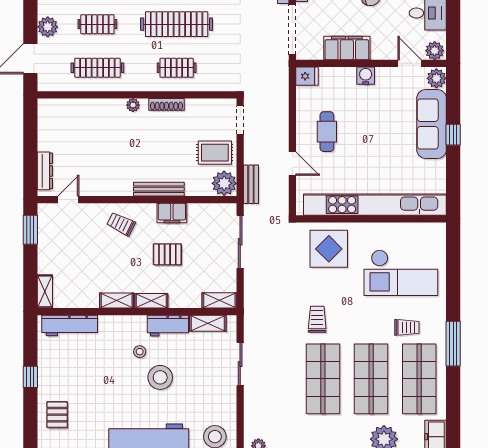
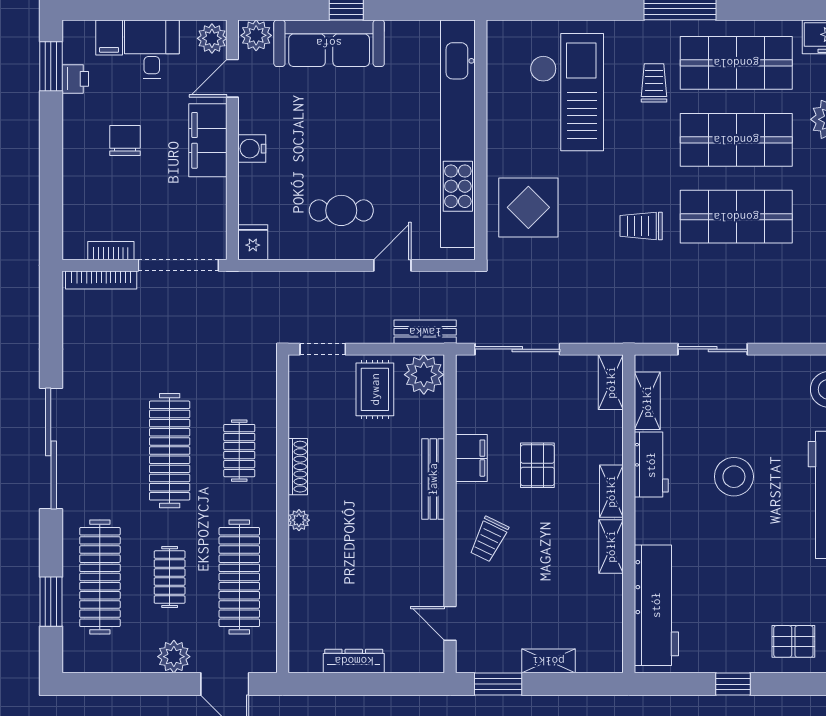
filing cabinet: (347, 48) -> (208, 140), moved
clothes rail: (97, 68) -> (239, 577), width x1.37, depth x1.31
dresser: (45, 171) -> (354, 661), moved
shelving: (45, 291) -> (548, 661), moved
workbench: (70, 325) -> (656, 605), width x1.36, depth x1.32
stool: (140, 352) -> (693, 510), removed

